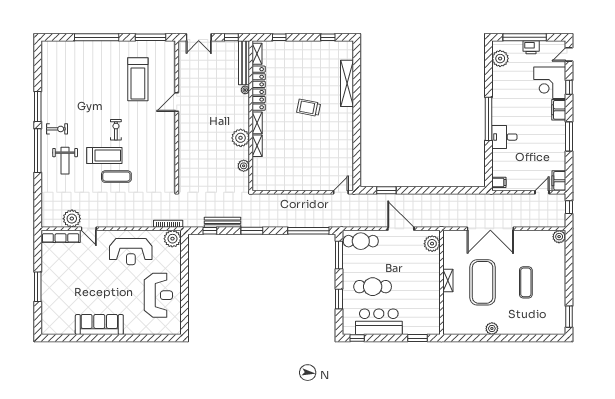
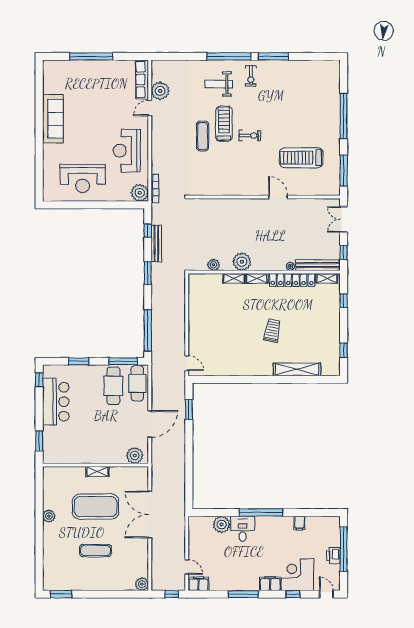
plant: (500, 59) -> (222, 524), moved
treadmill: (104, 155) -> (224, 124), turned 180
filing cabinet: (499, 182) -> (299, 523), moved
window: (38, 287) -> (91, 56), width x1.46
cafe table: (373, 287) -> (113, 386), moved

